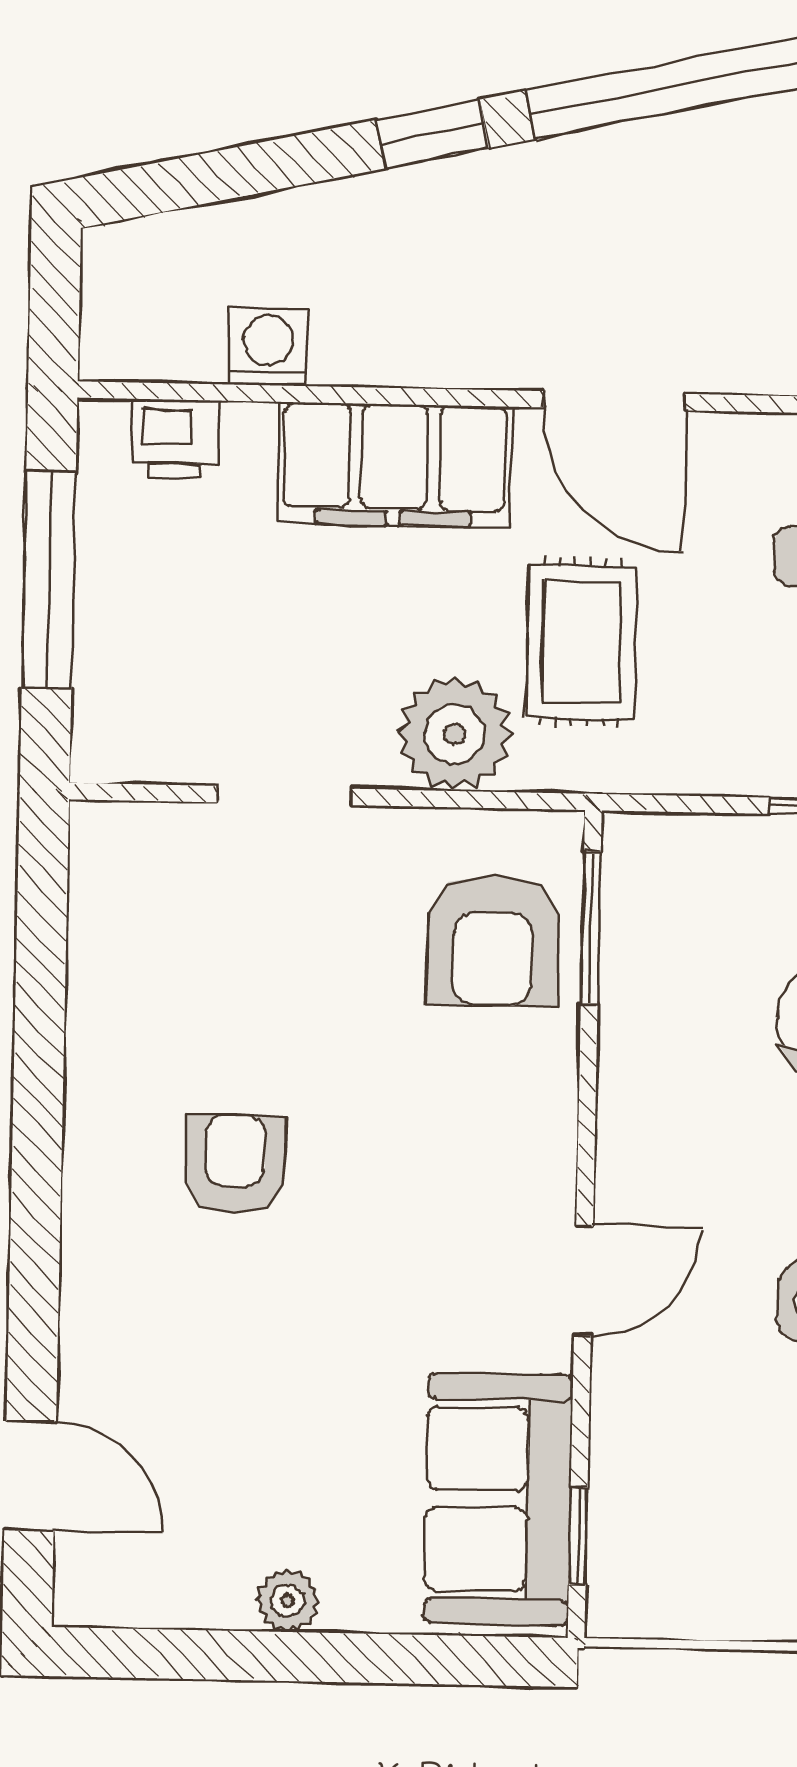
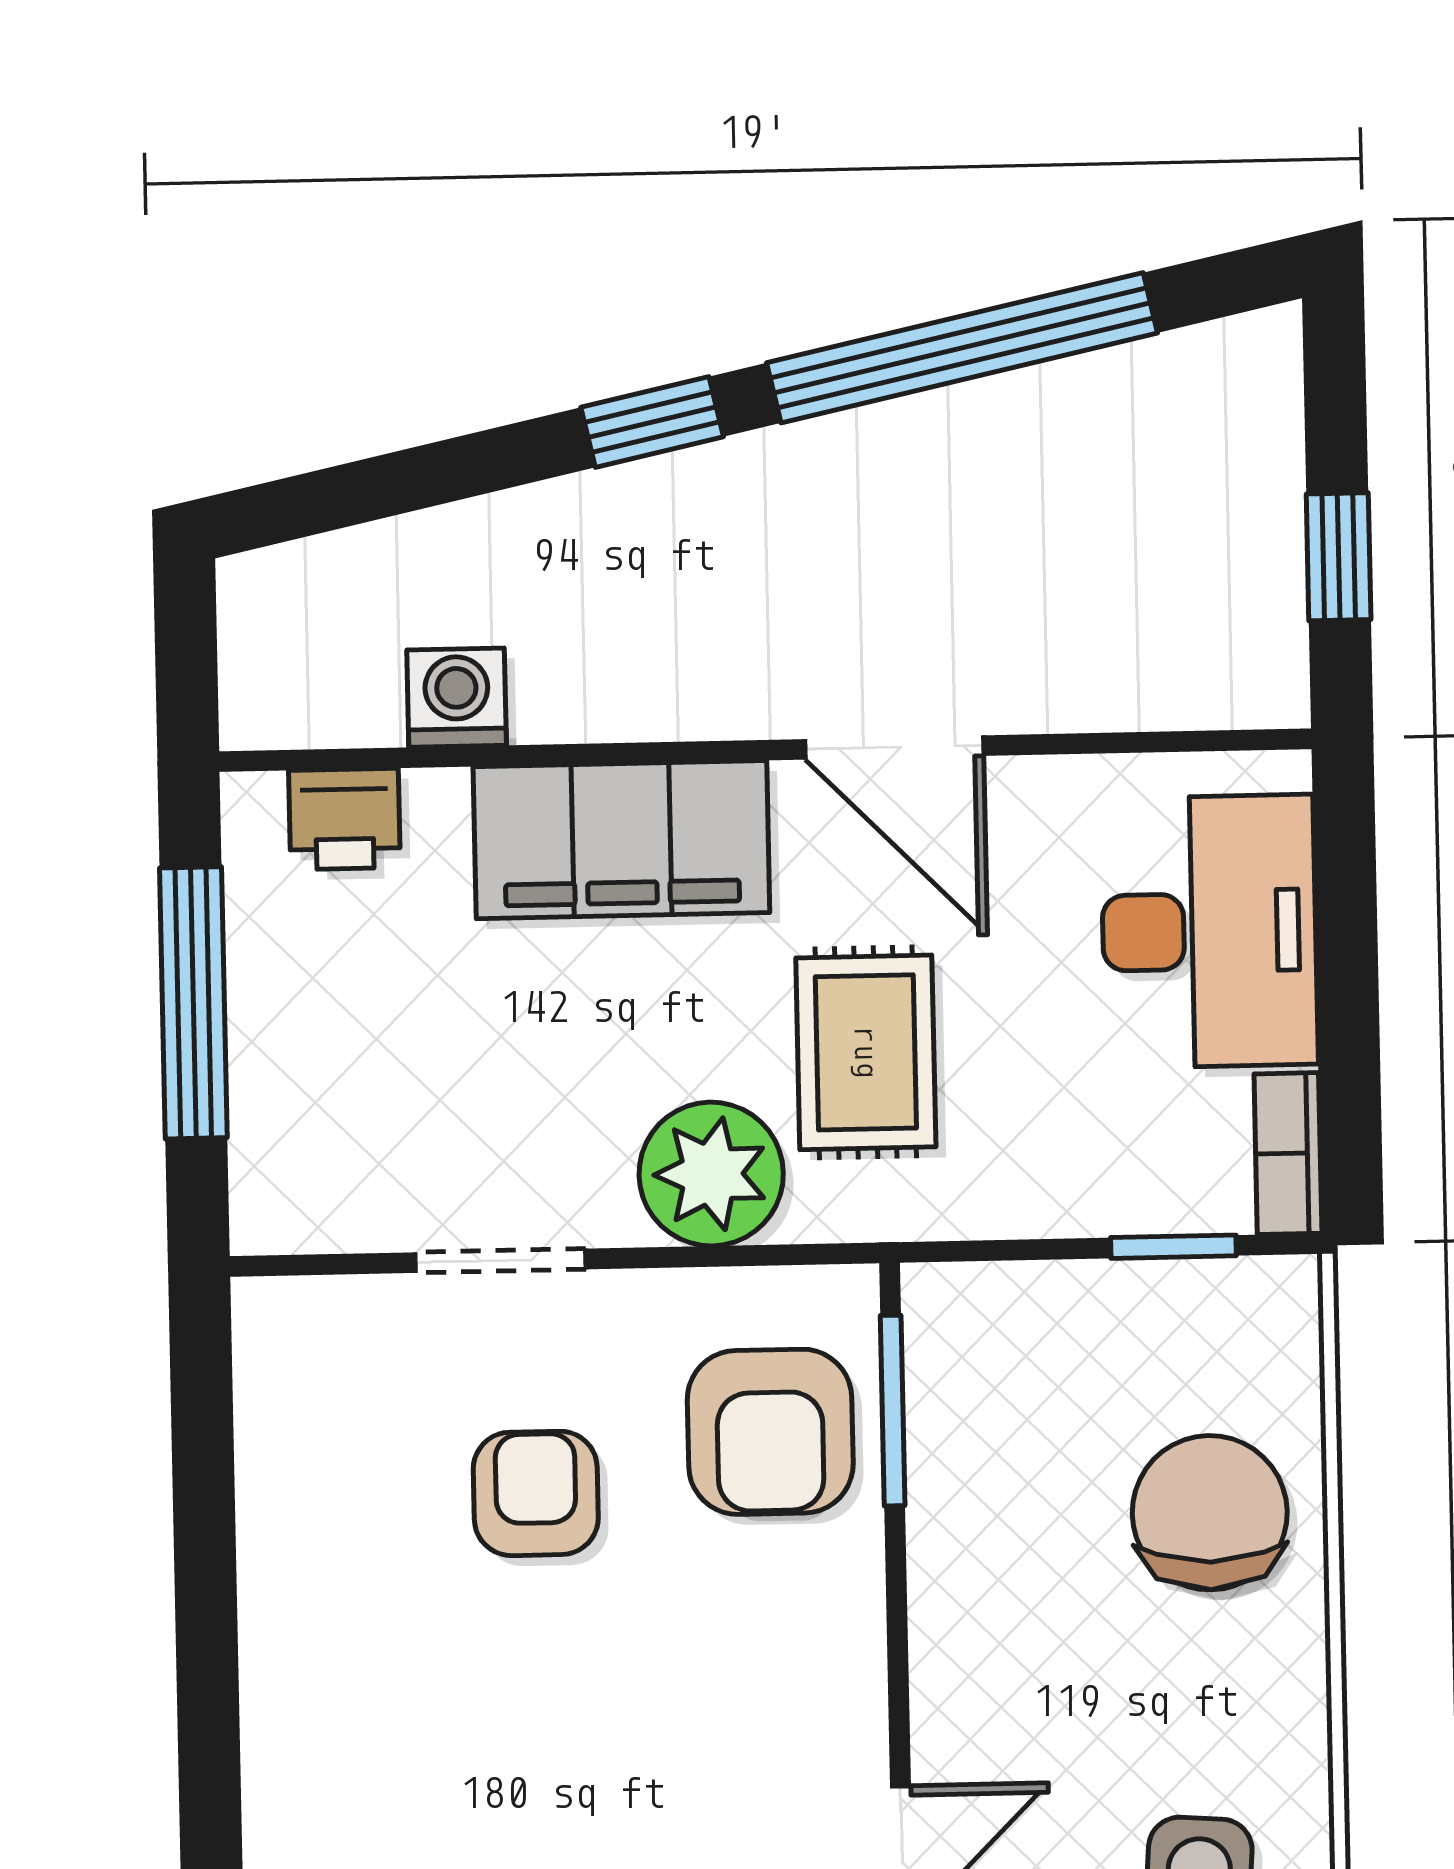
armchair: (235, 1164) -> (536, 1493), moved

